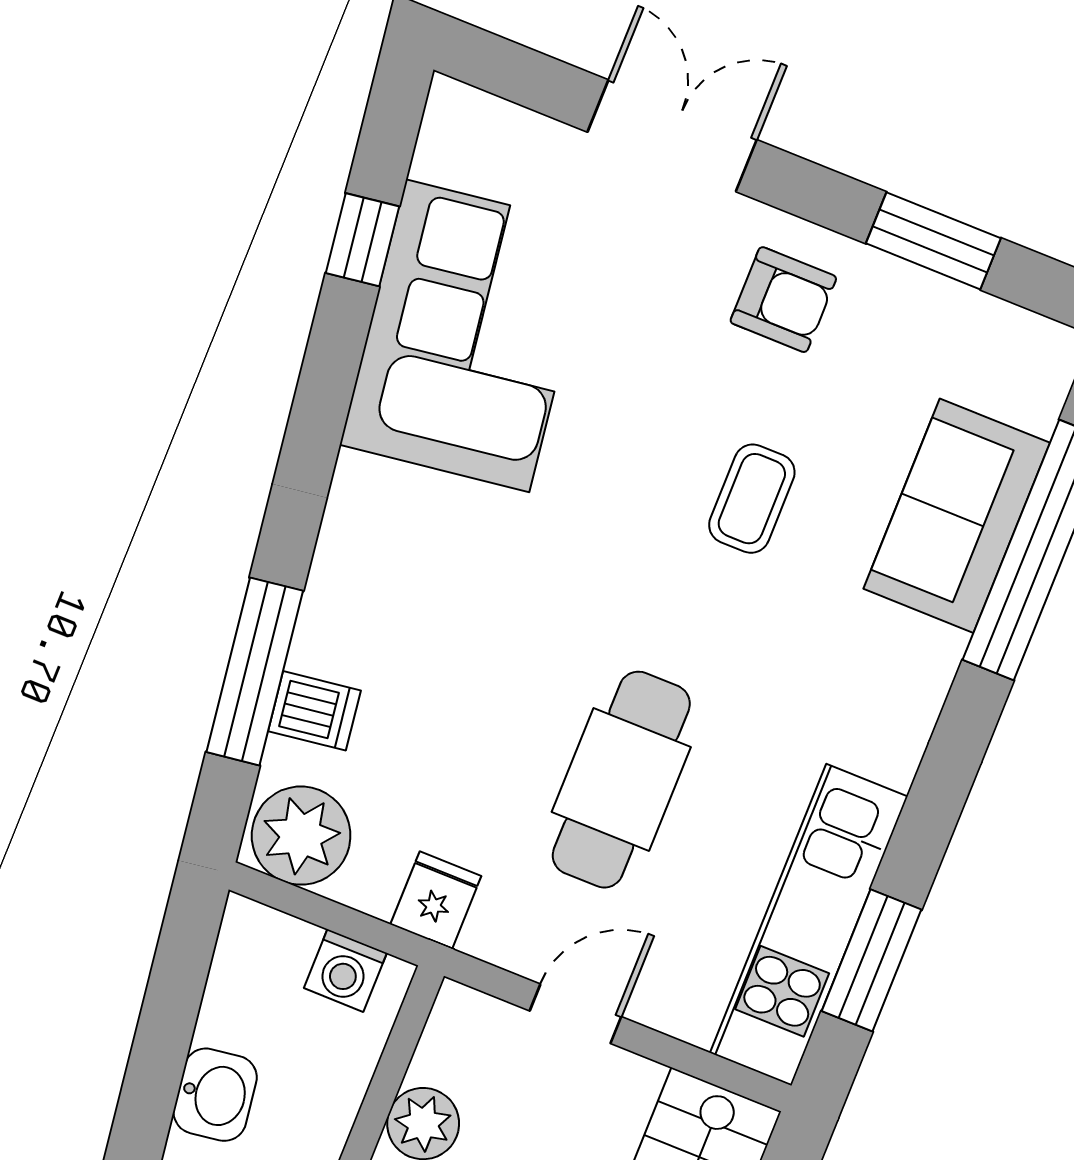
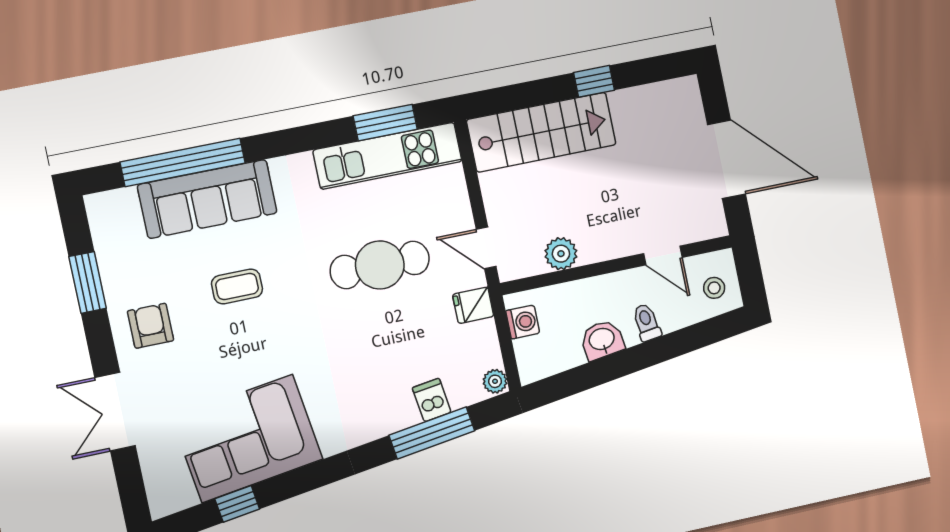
sofa: (957, 516) -> (207, 199), width x1.36
plant: (301, 836) -> (495, 381), width x0.53, depth x0.53
door: (575, 1014) -> (486, 248), moved

